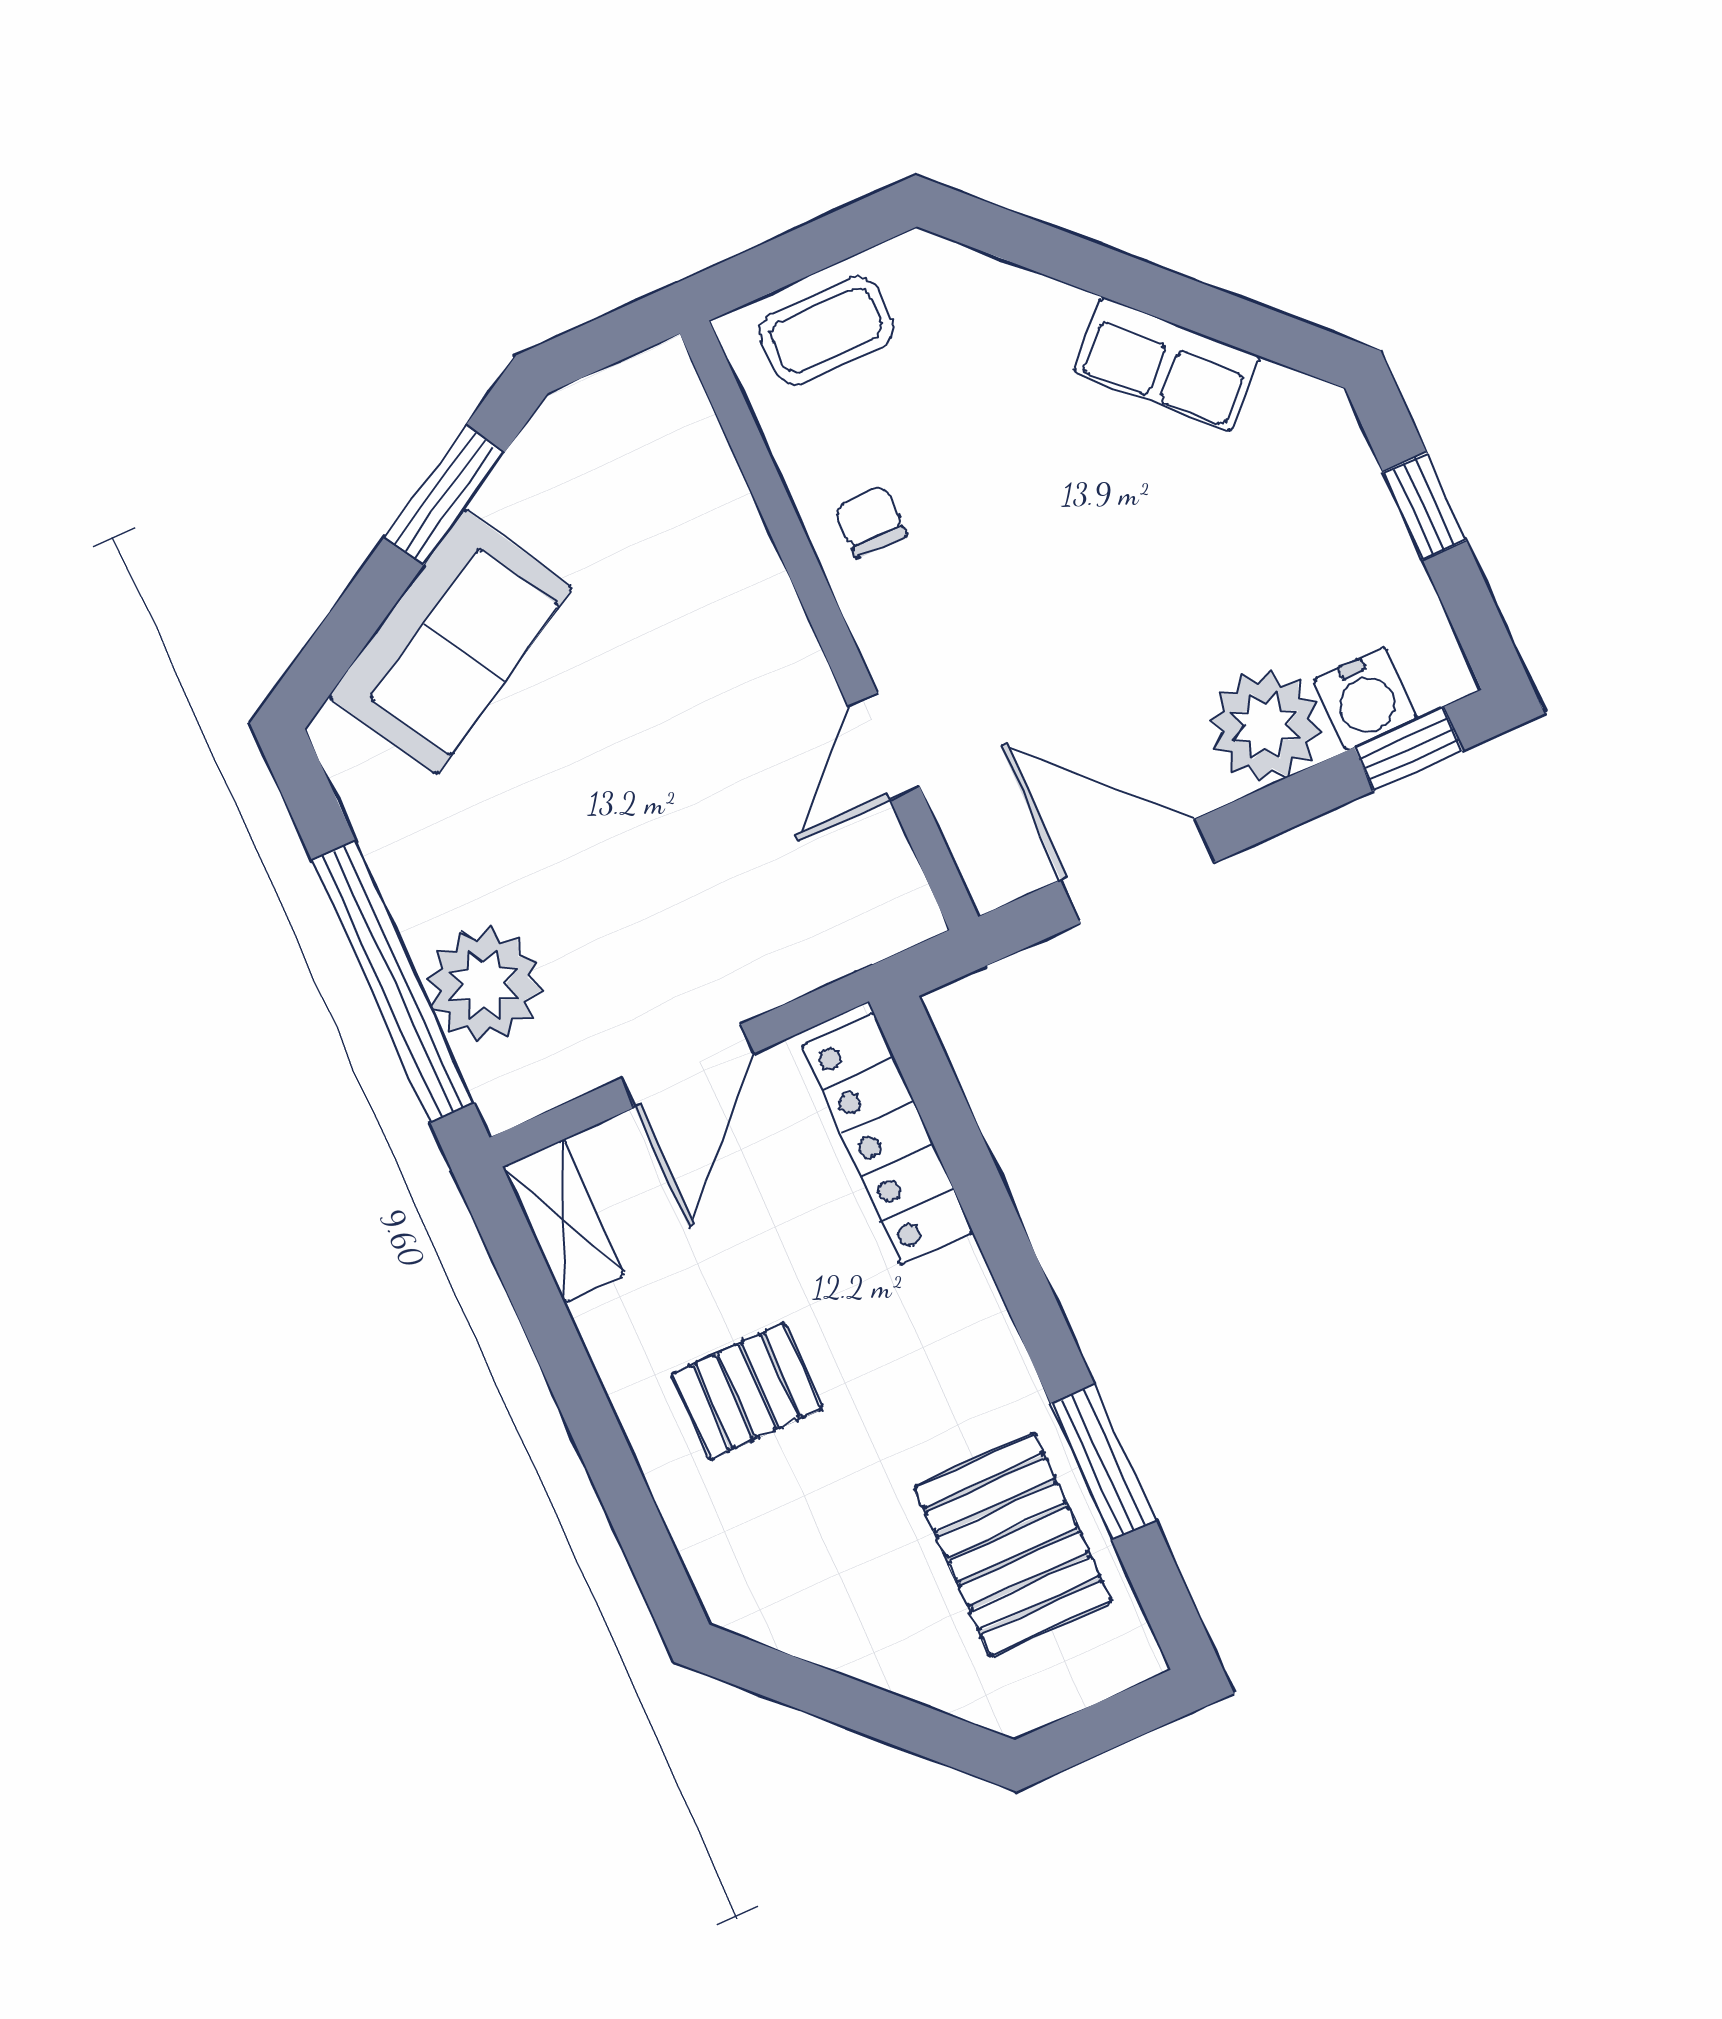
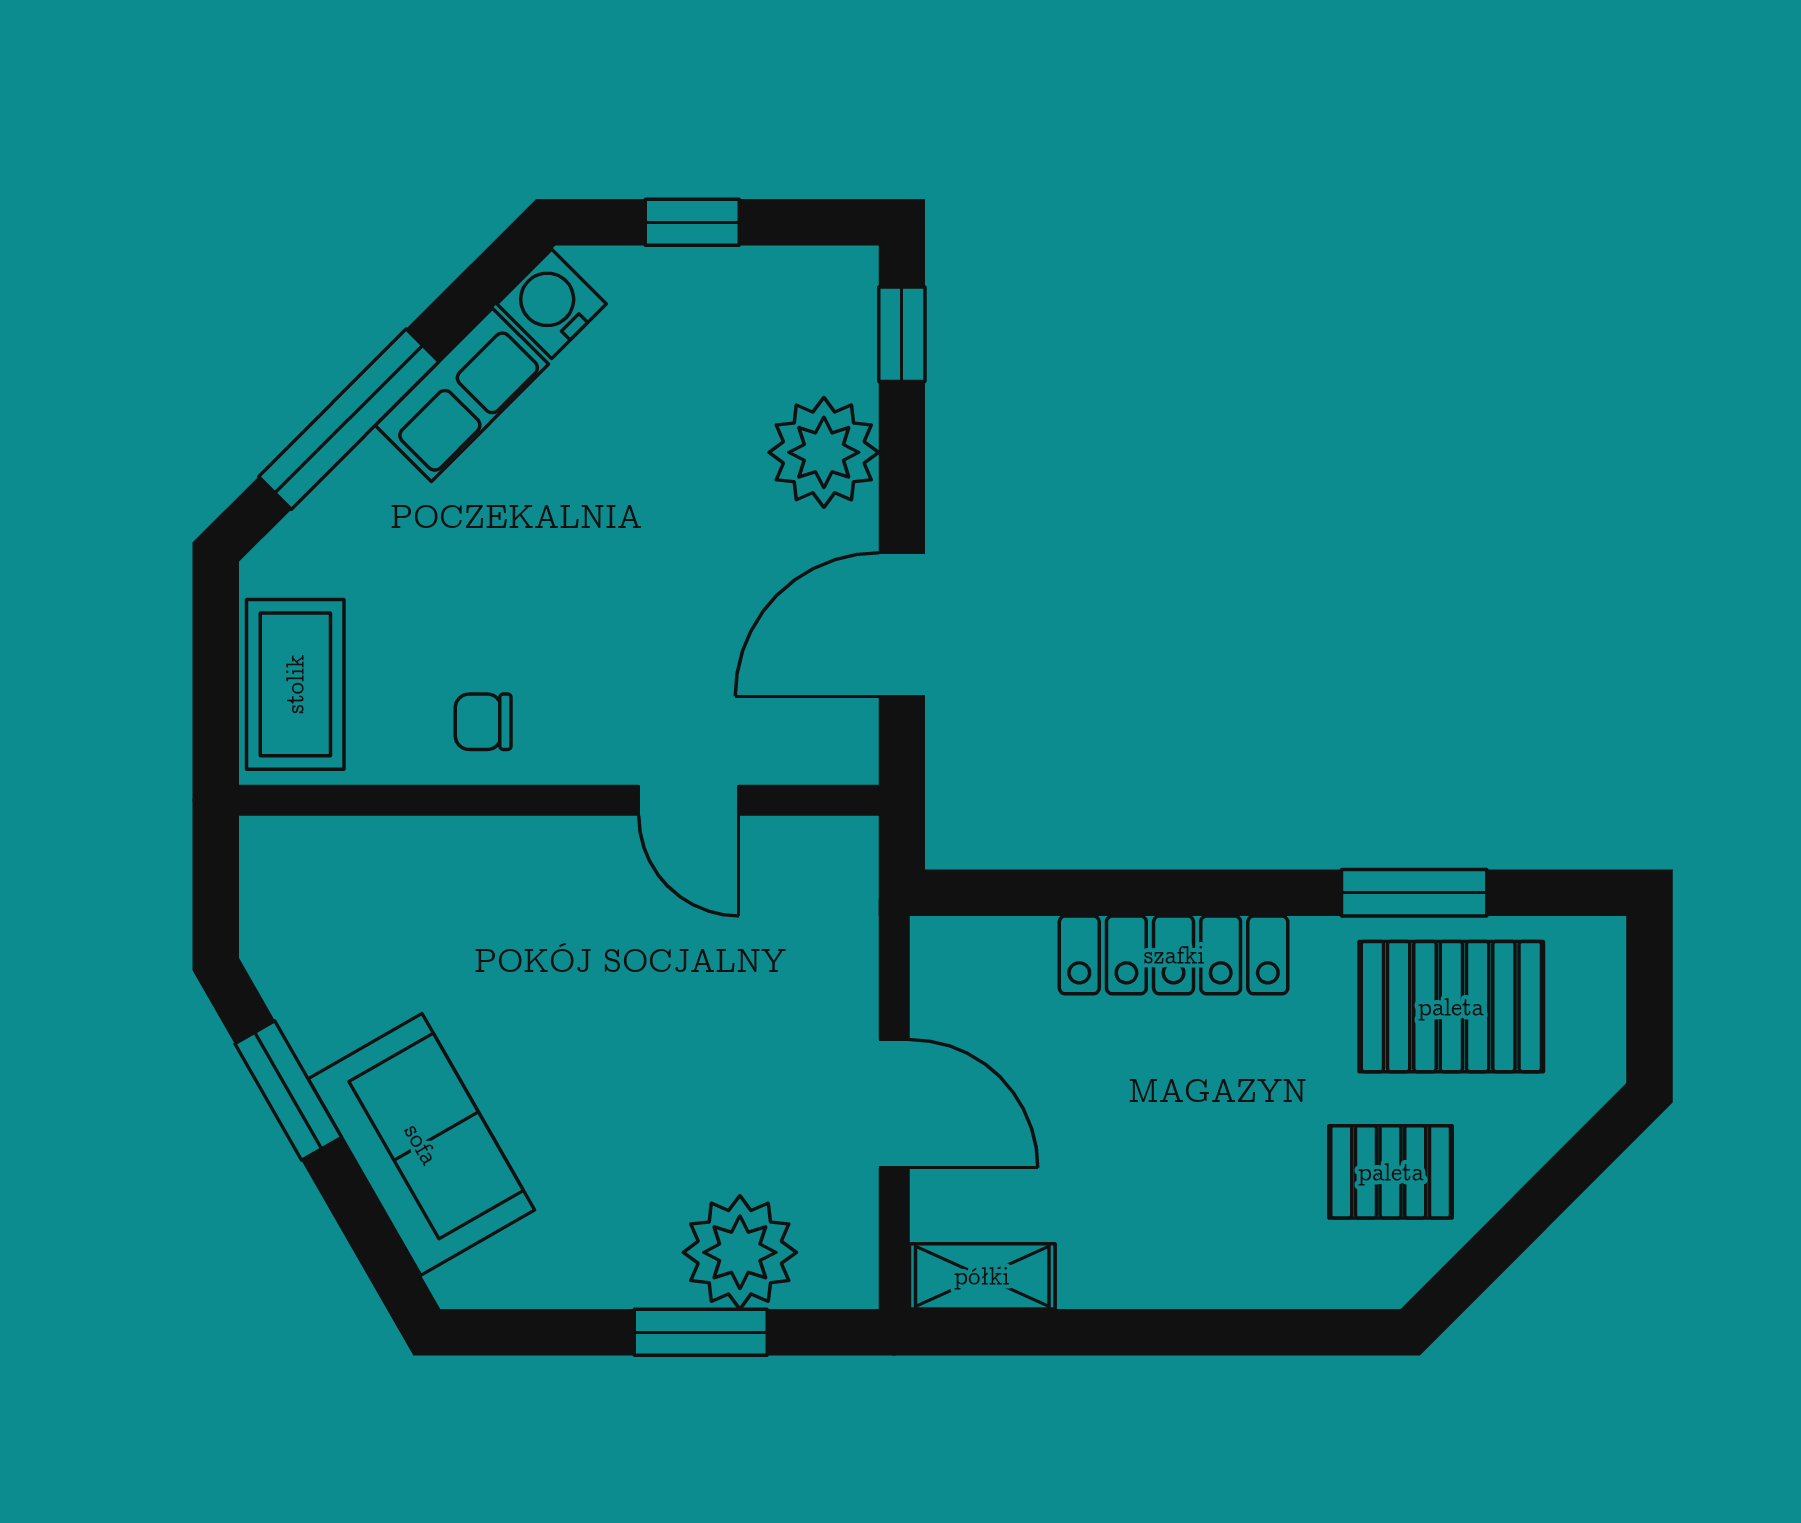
window: (1096, 269) -> (349, 419), added
coffee table: (826, 331) -> (295, 684), width x1.36, depth x1.30
water cooler: (1365, 699) -> (552, 304), moved, turned -135
window: (393, 981) -> (701, 1332), width x0.47
locker: (887, 1139) -> (1174, 955), moved
pallet: (747, 1391) -> (1391, 1172), moved, turned 90

